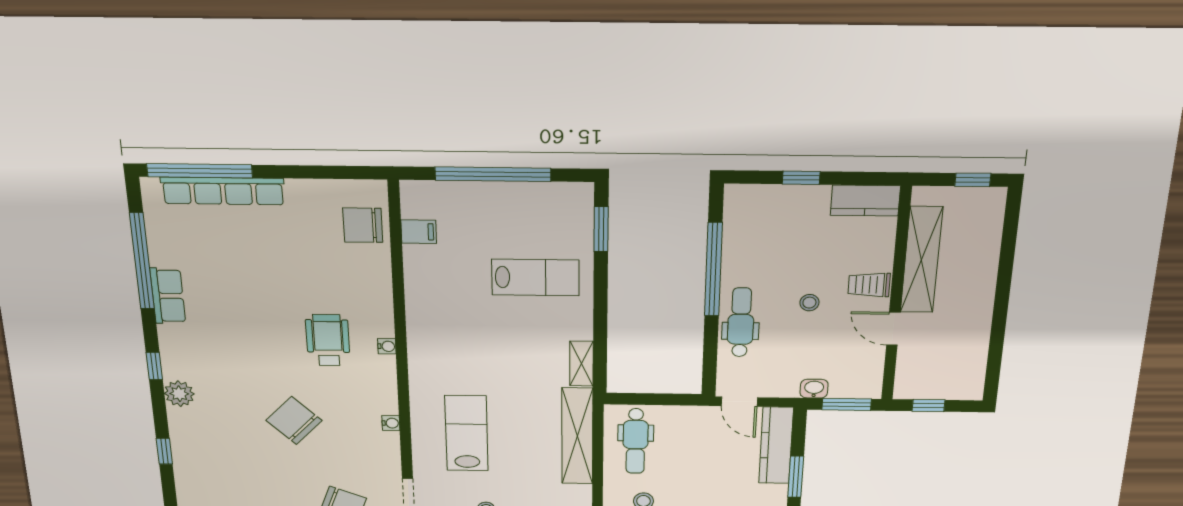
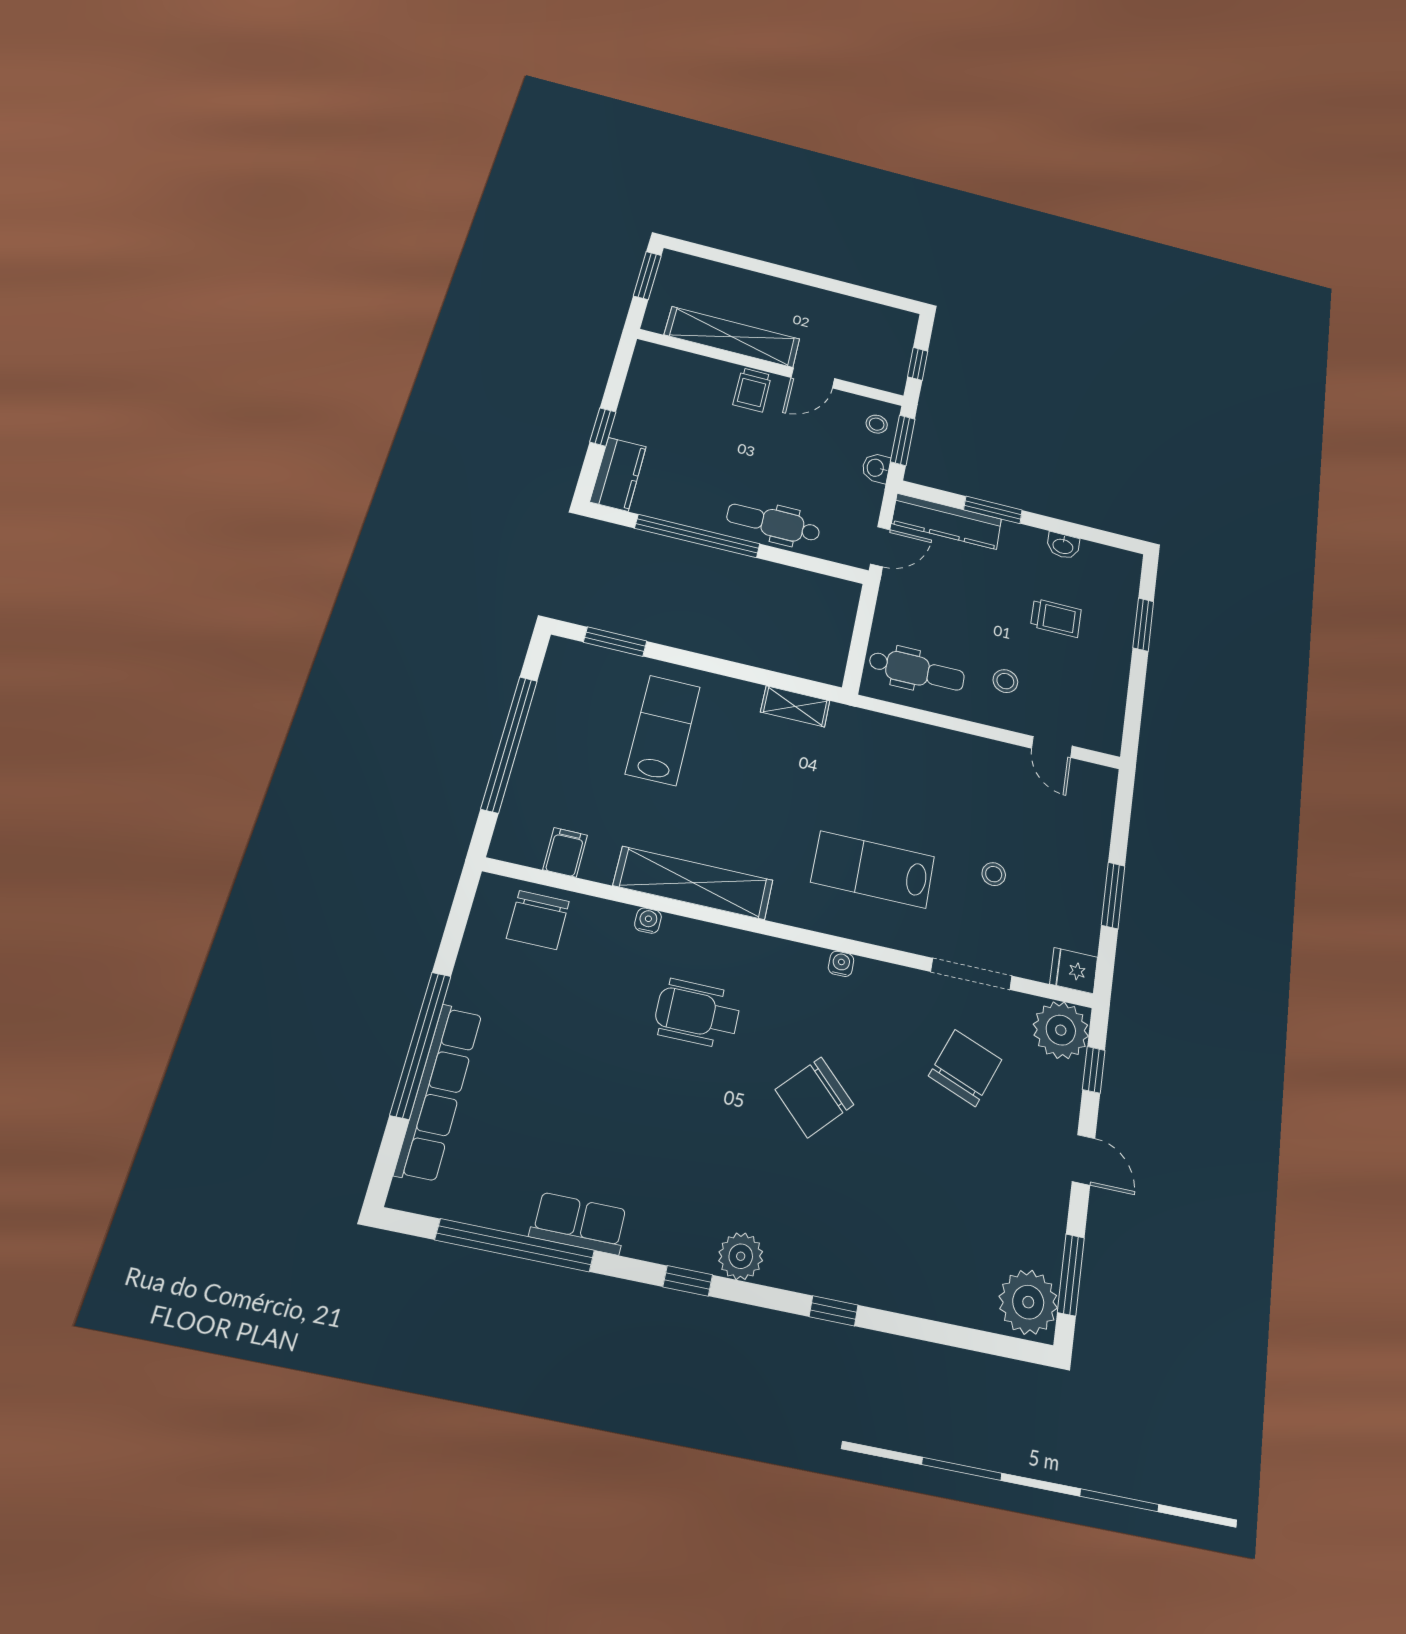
window: (200, 171) -> (421, 1045), moved
window: (973, 180) -> (647, 276), width x1.50
kitchen counter: (865, 201) -> (618, 474), moved
stool: (809, 303) -> (877, 424), moved
water cooler: (387, 346) -> (648, 921), moved
shelving: (577, 436) -> (693, 883), moved

